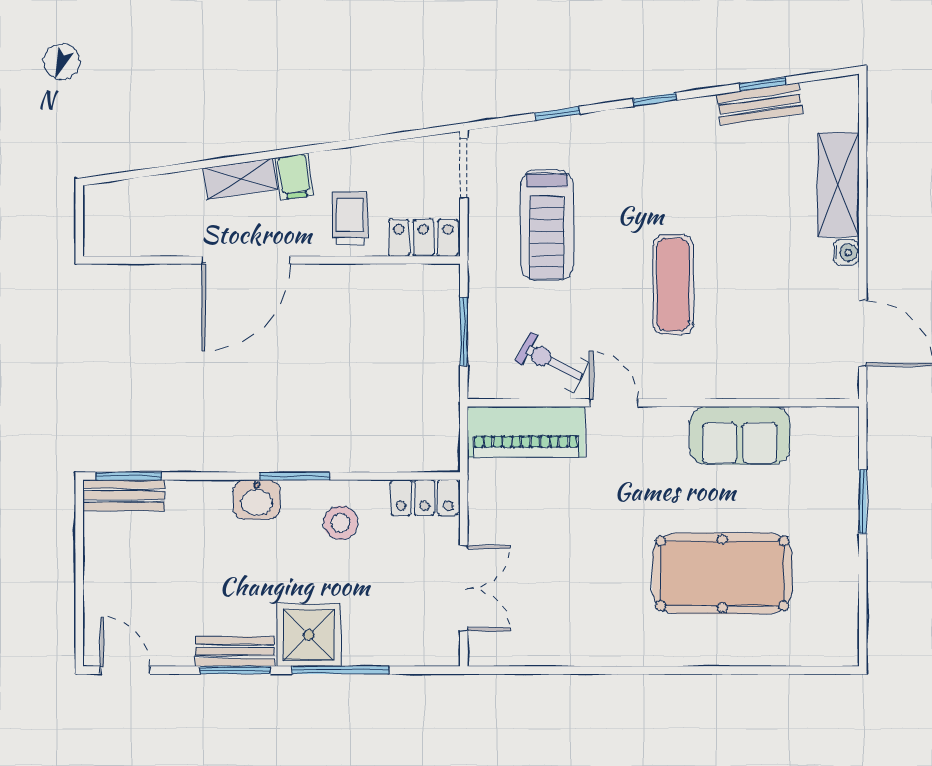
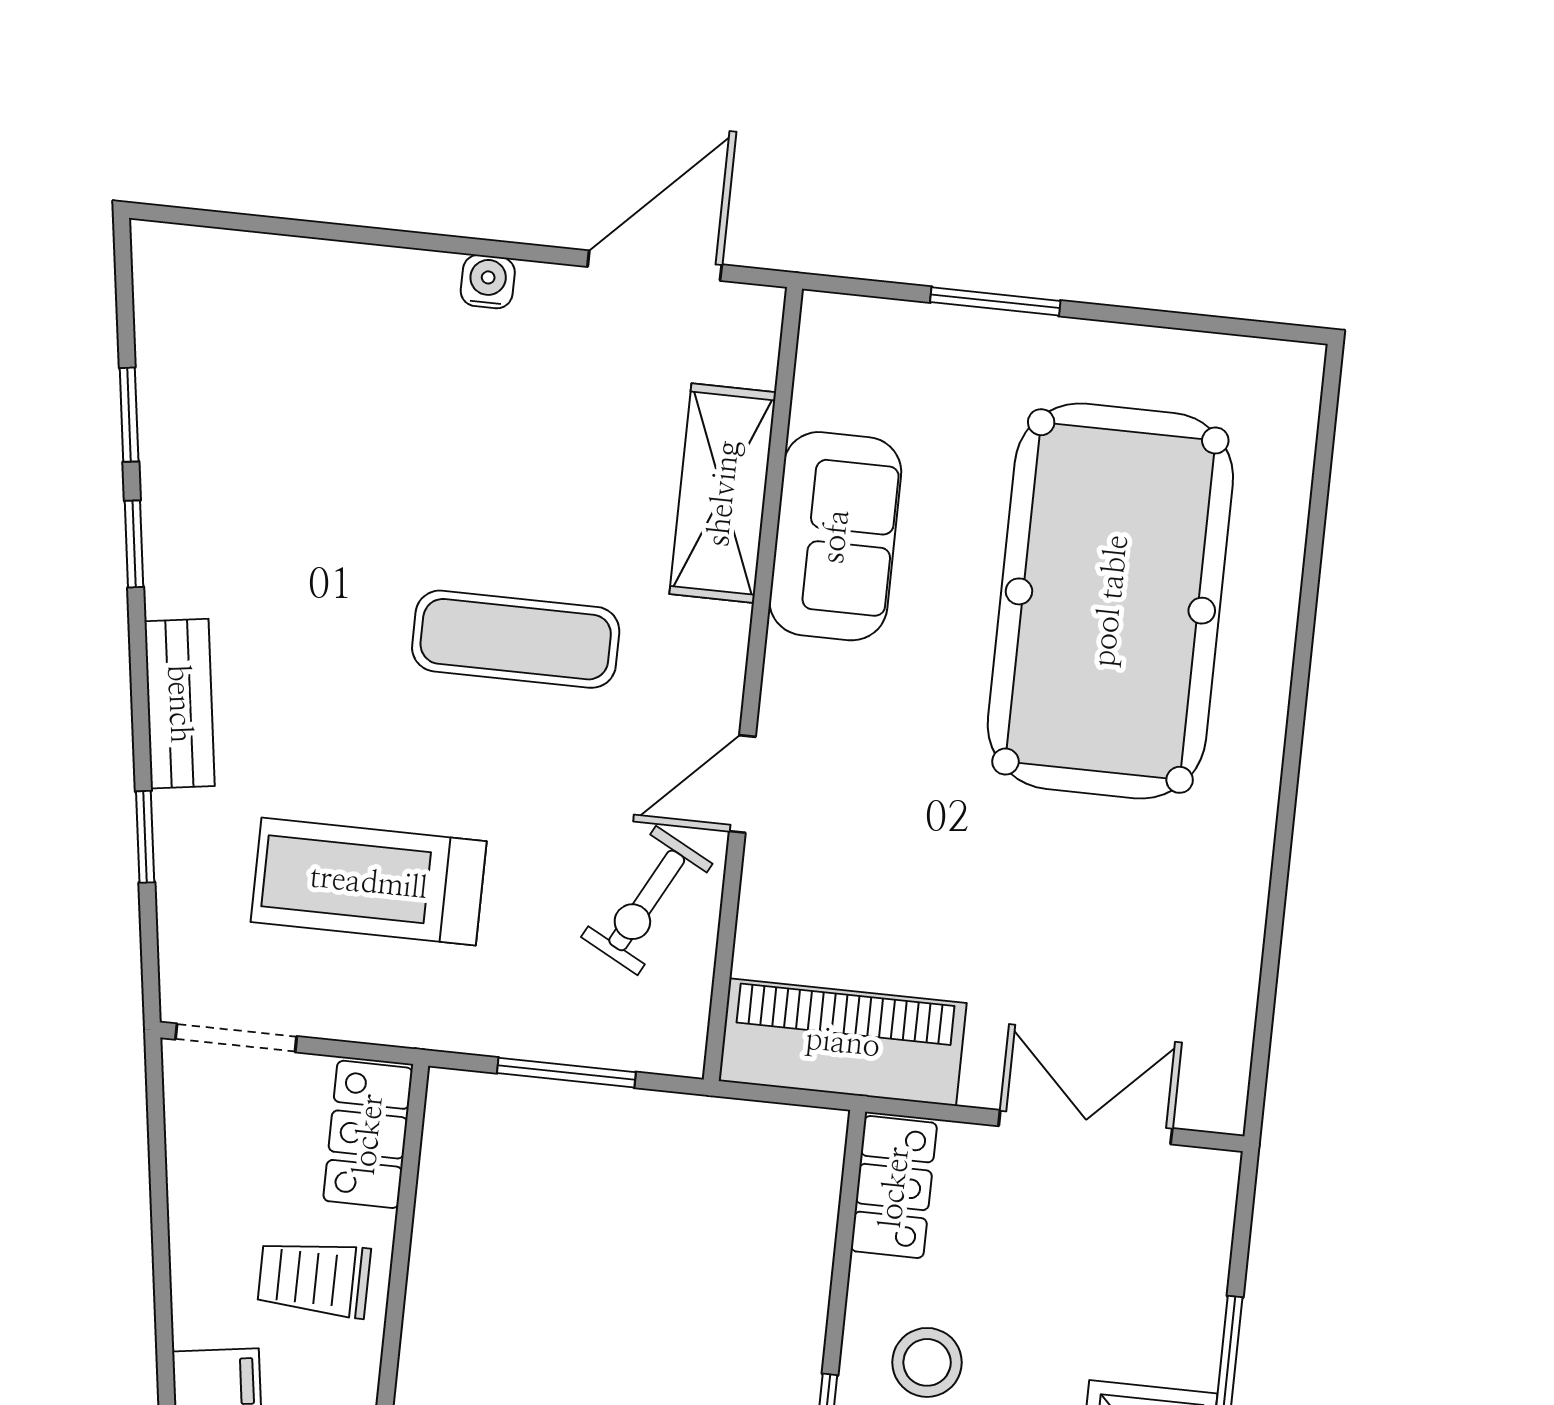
window: (655, 99) -> (134, 544), moved
bench: (760, 104) -> (180, 704), moved
shelving: (838, 185) -> (723, 493), moved, turned 90
treadmill: (547, 225) -> (369, 882), turned 180
piano: (526, 432) -> (843, 1042), moved, turned -90
pool table: (722, 573) -> (1110, 601), width x1.36, depth x1.32

